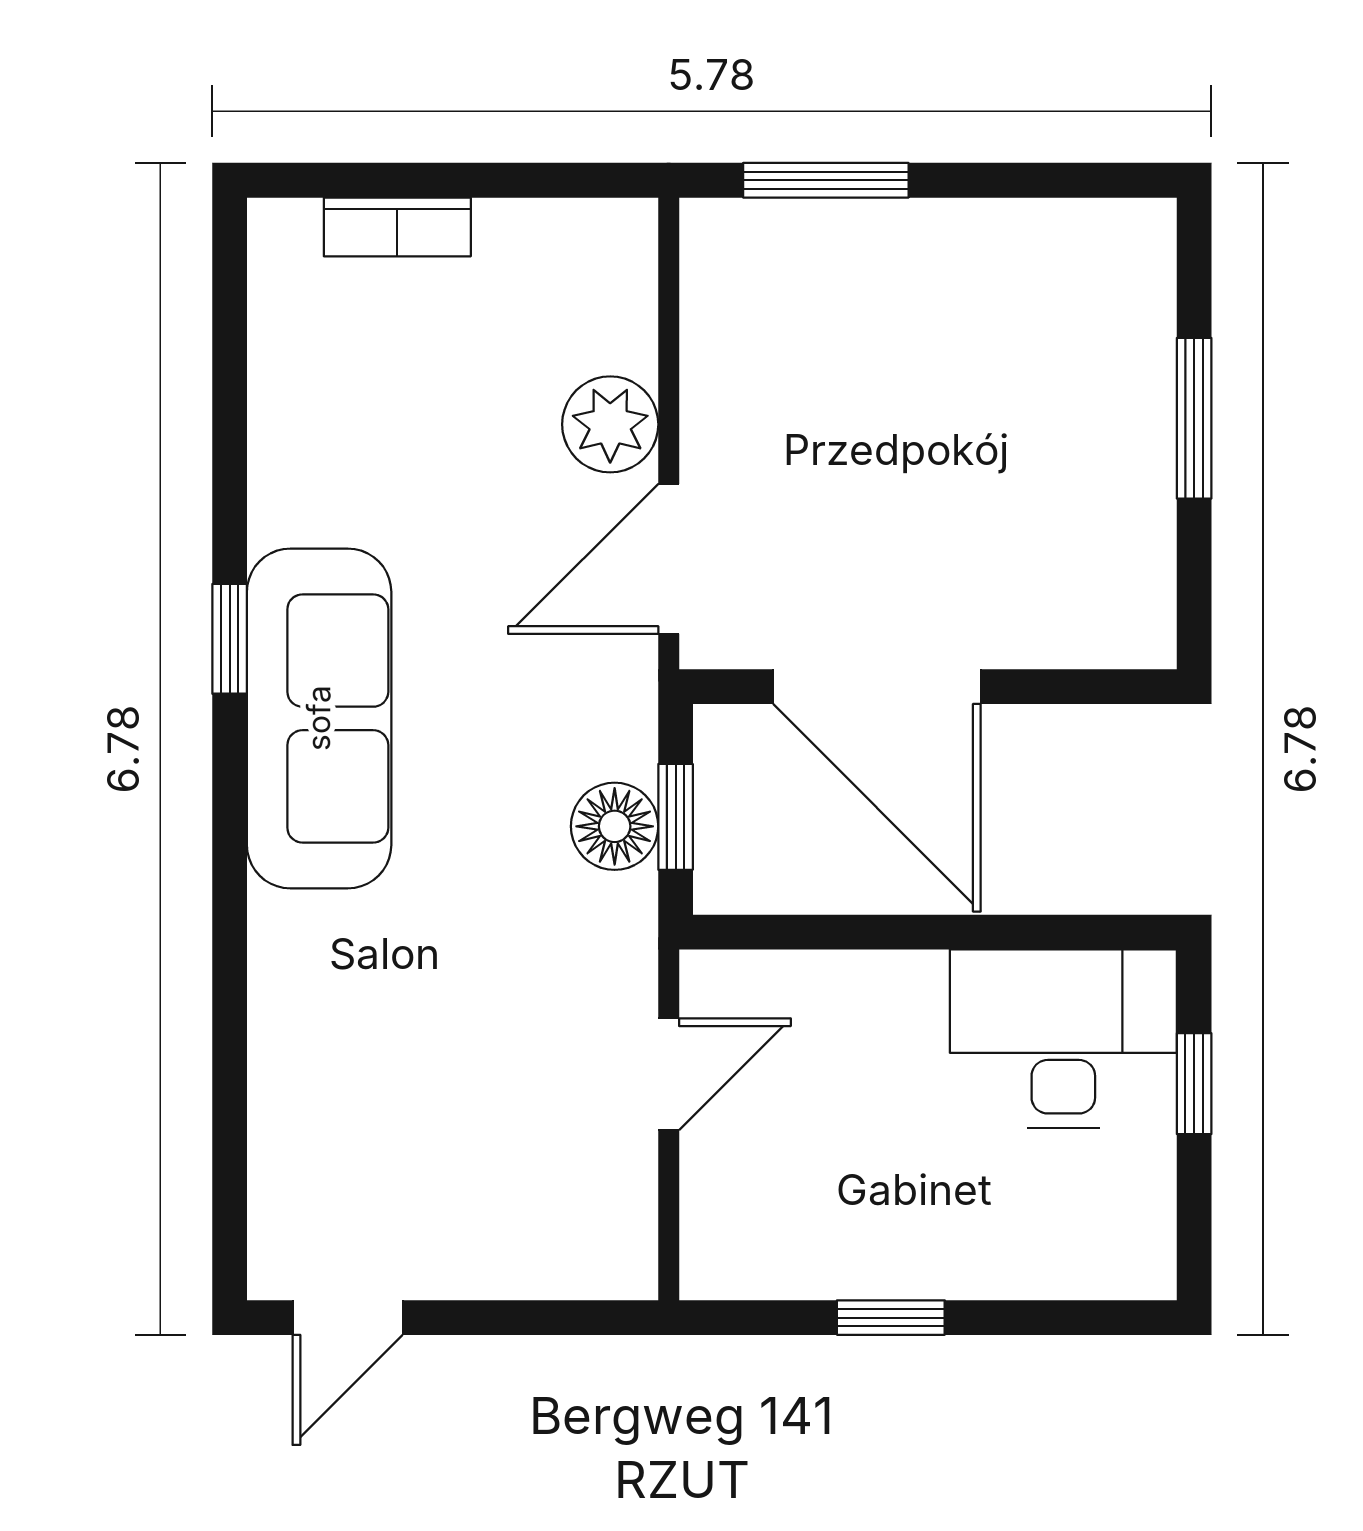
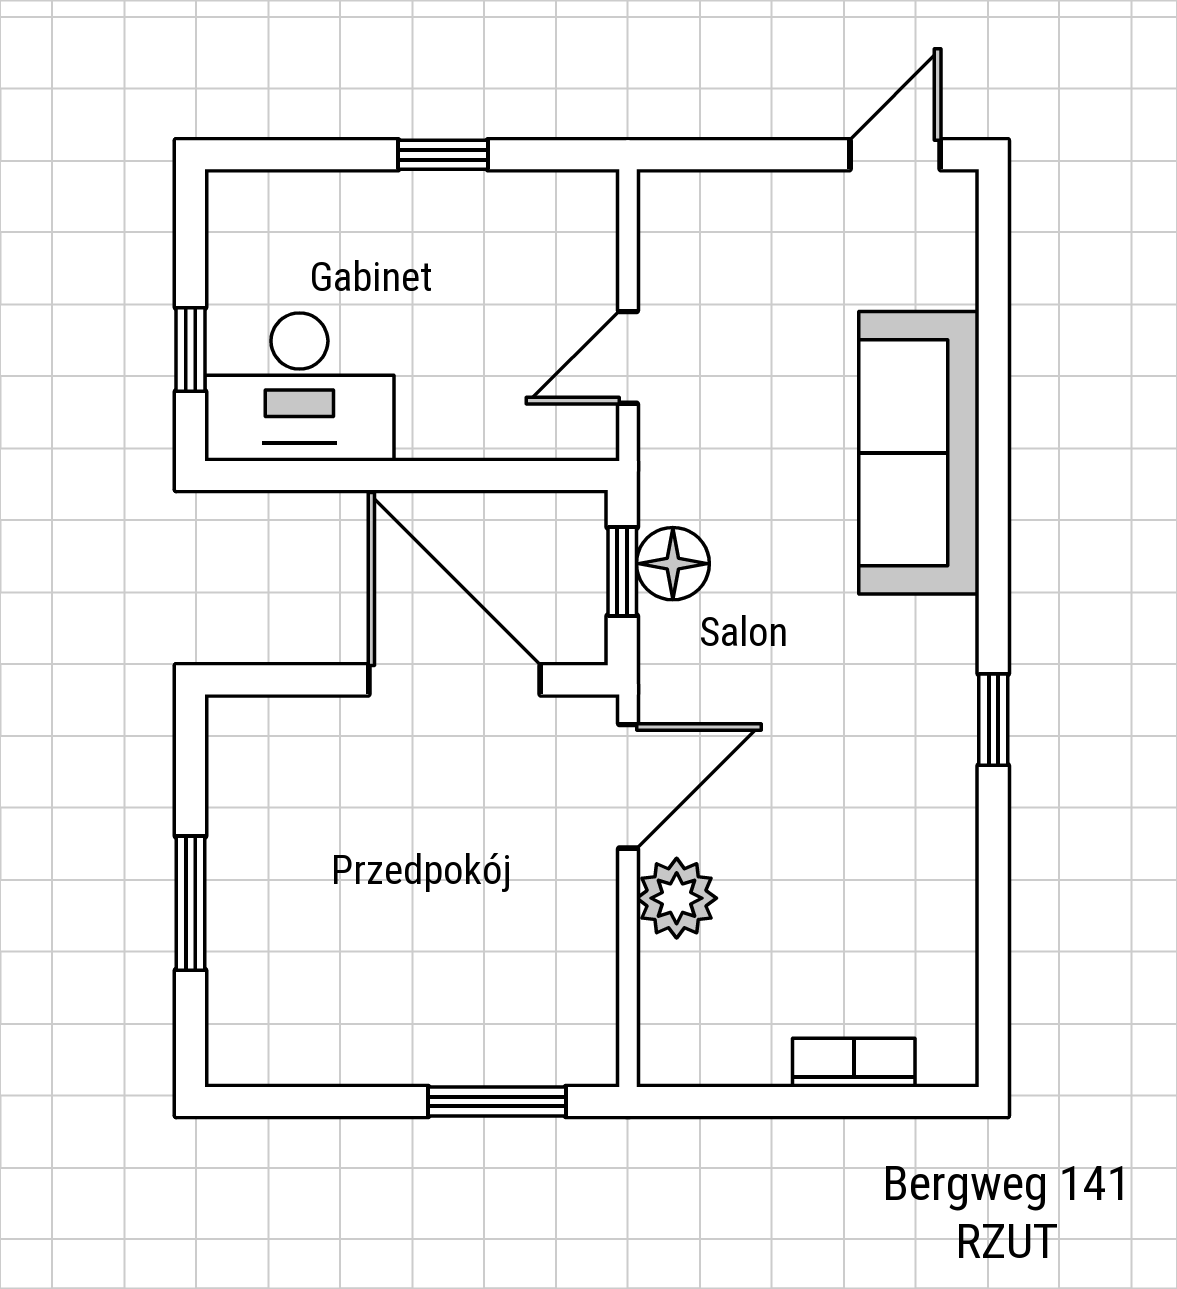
sofa: (319, 718) -> (919, 453), moved

